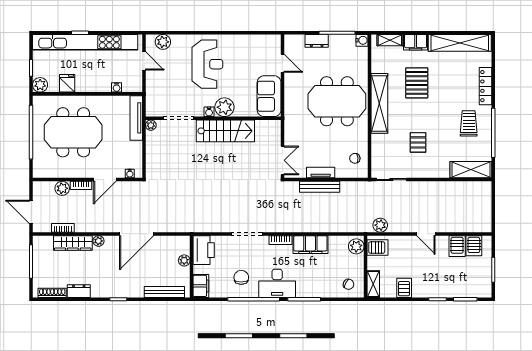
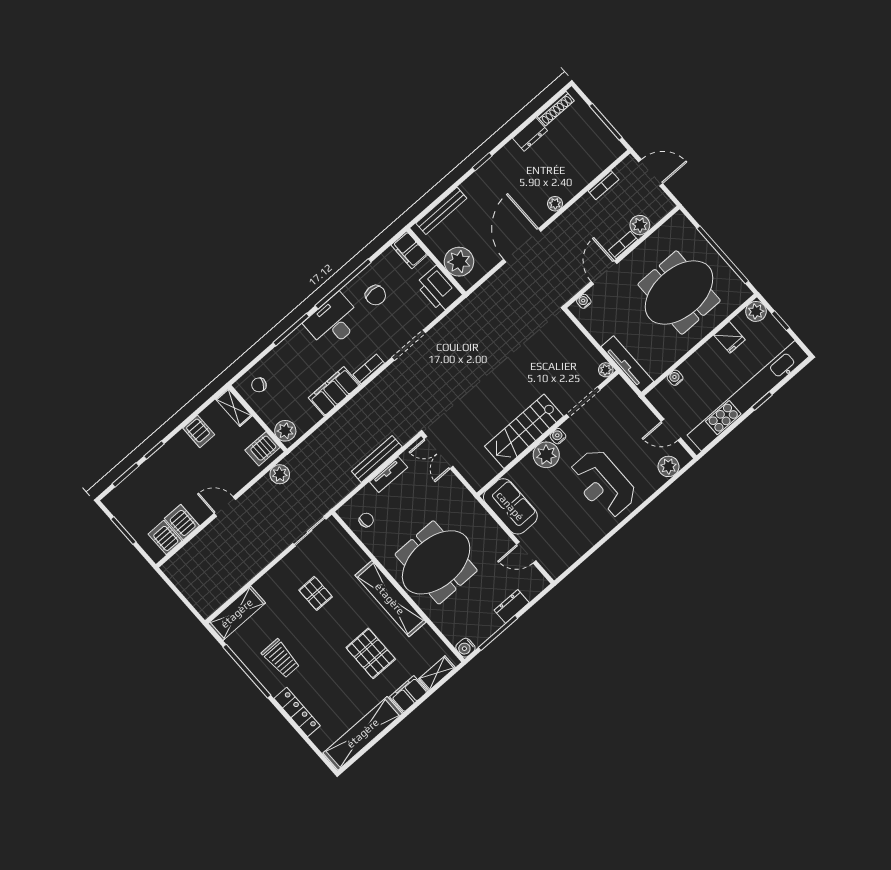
wardrobe: (73, 243) -> (580, 178), removed
plant: (184, 260) -> (459, 262), width x1.87, depth x1.87

